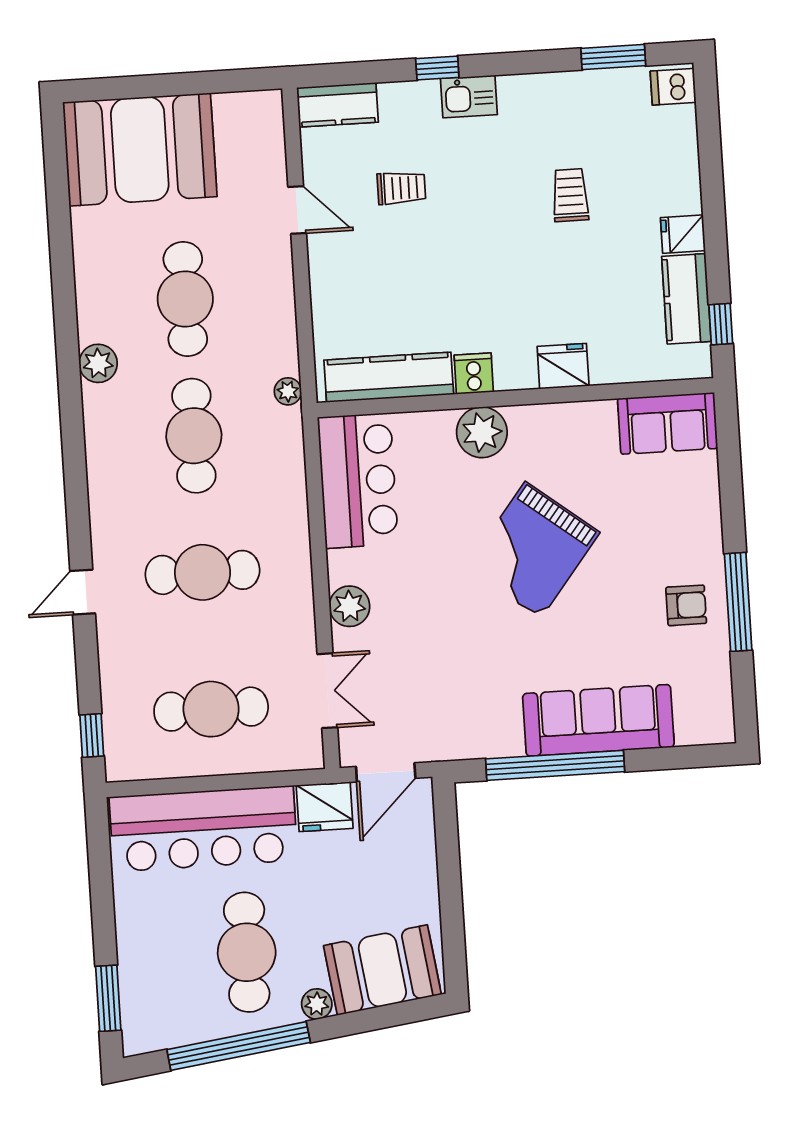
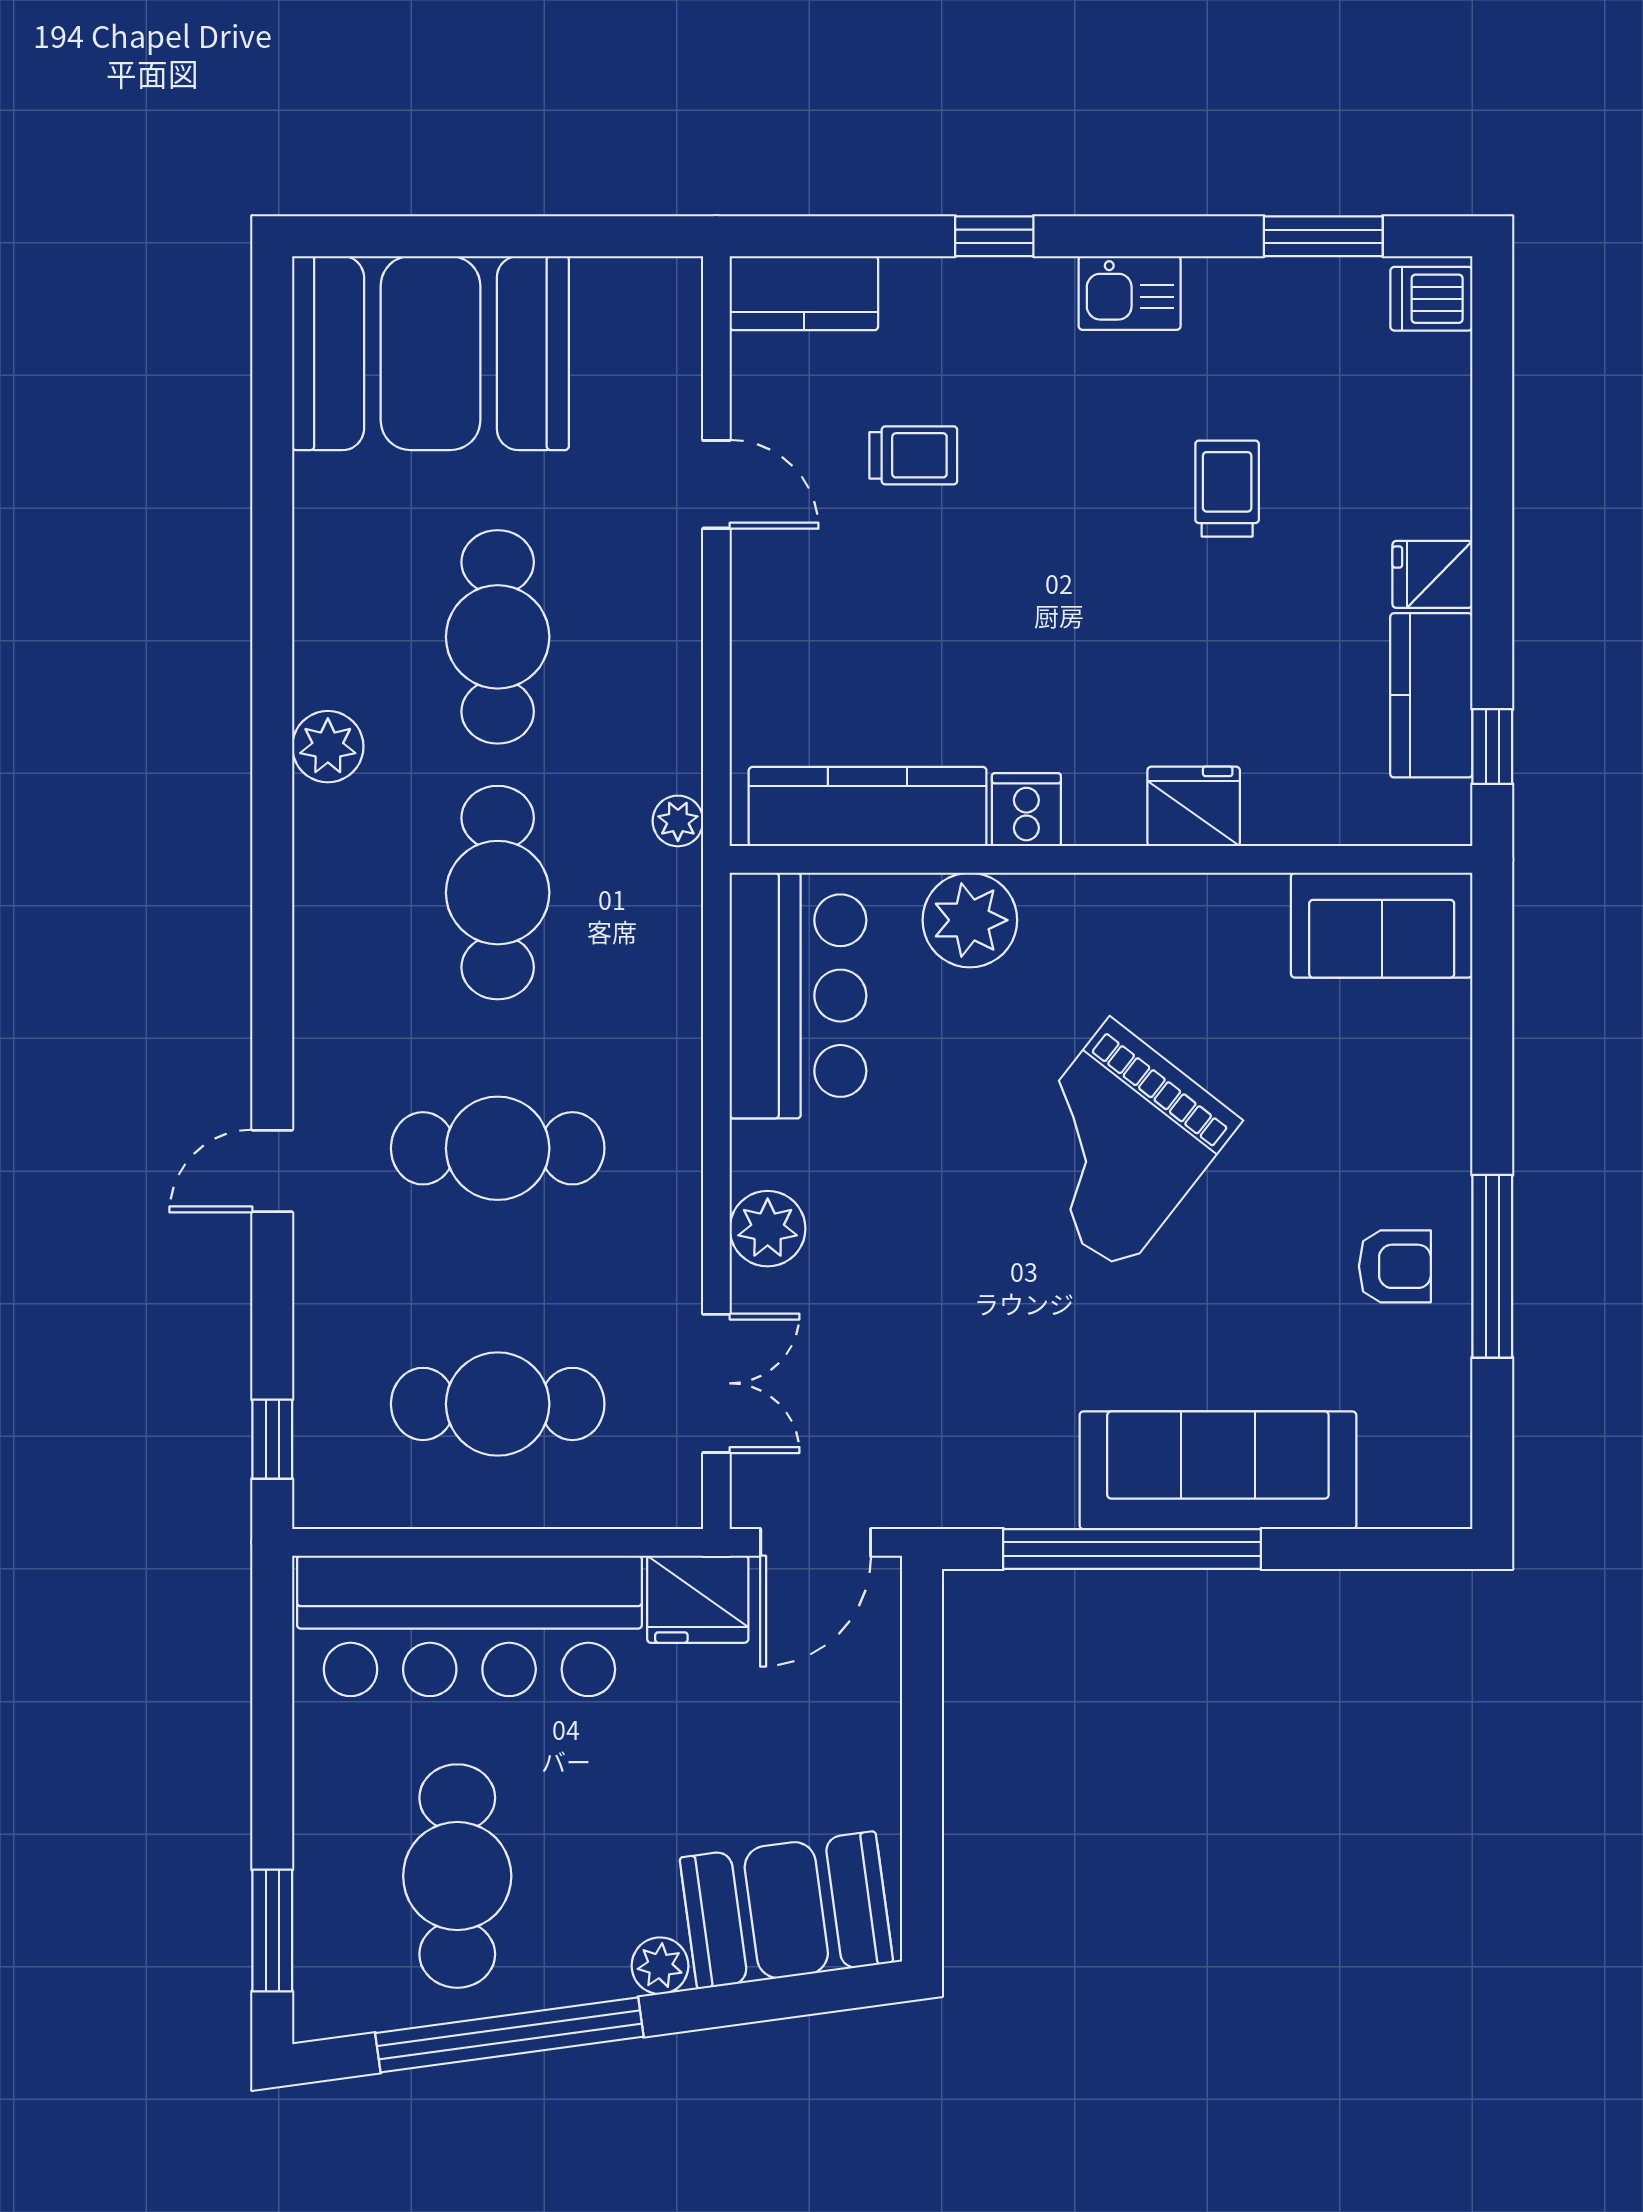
kitchen sink: (469, 97) -> (1130, 293), moved
plant: (482, 432) -> (970, 920), moved
cafe table: (247, 952) -> (457, 1876), moved

